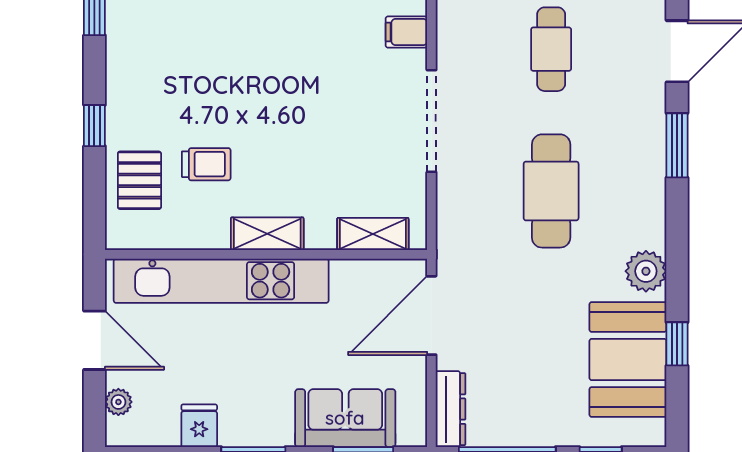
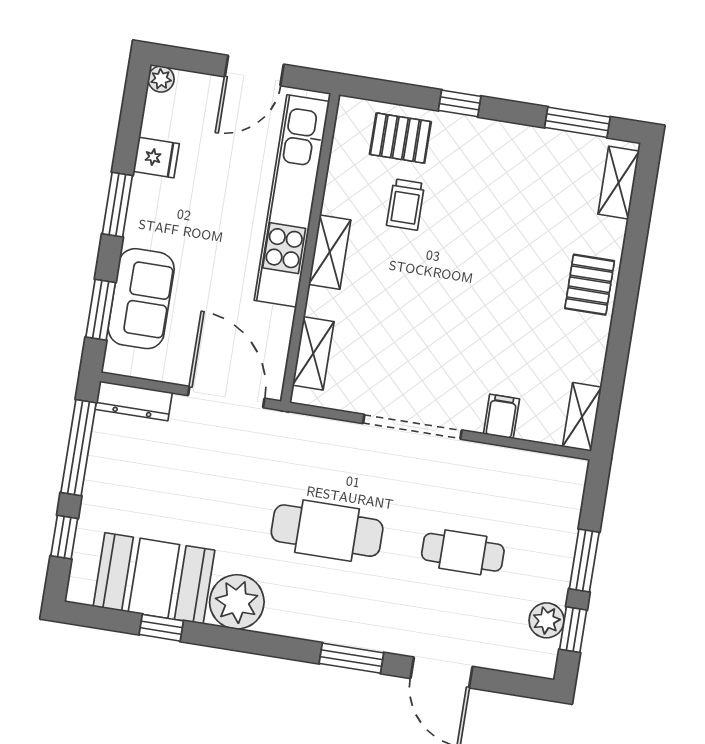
plant: (646, 271) -> (237, 602), width x1.36, depth x1.36
plant: (118, 402) -> (161, 79), moved

